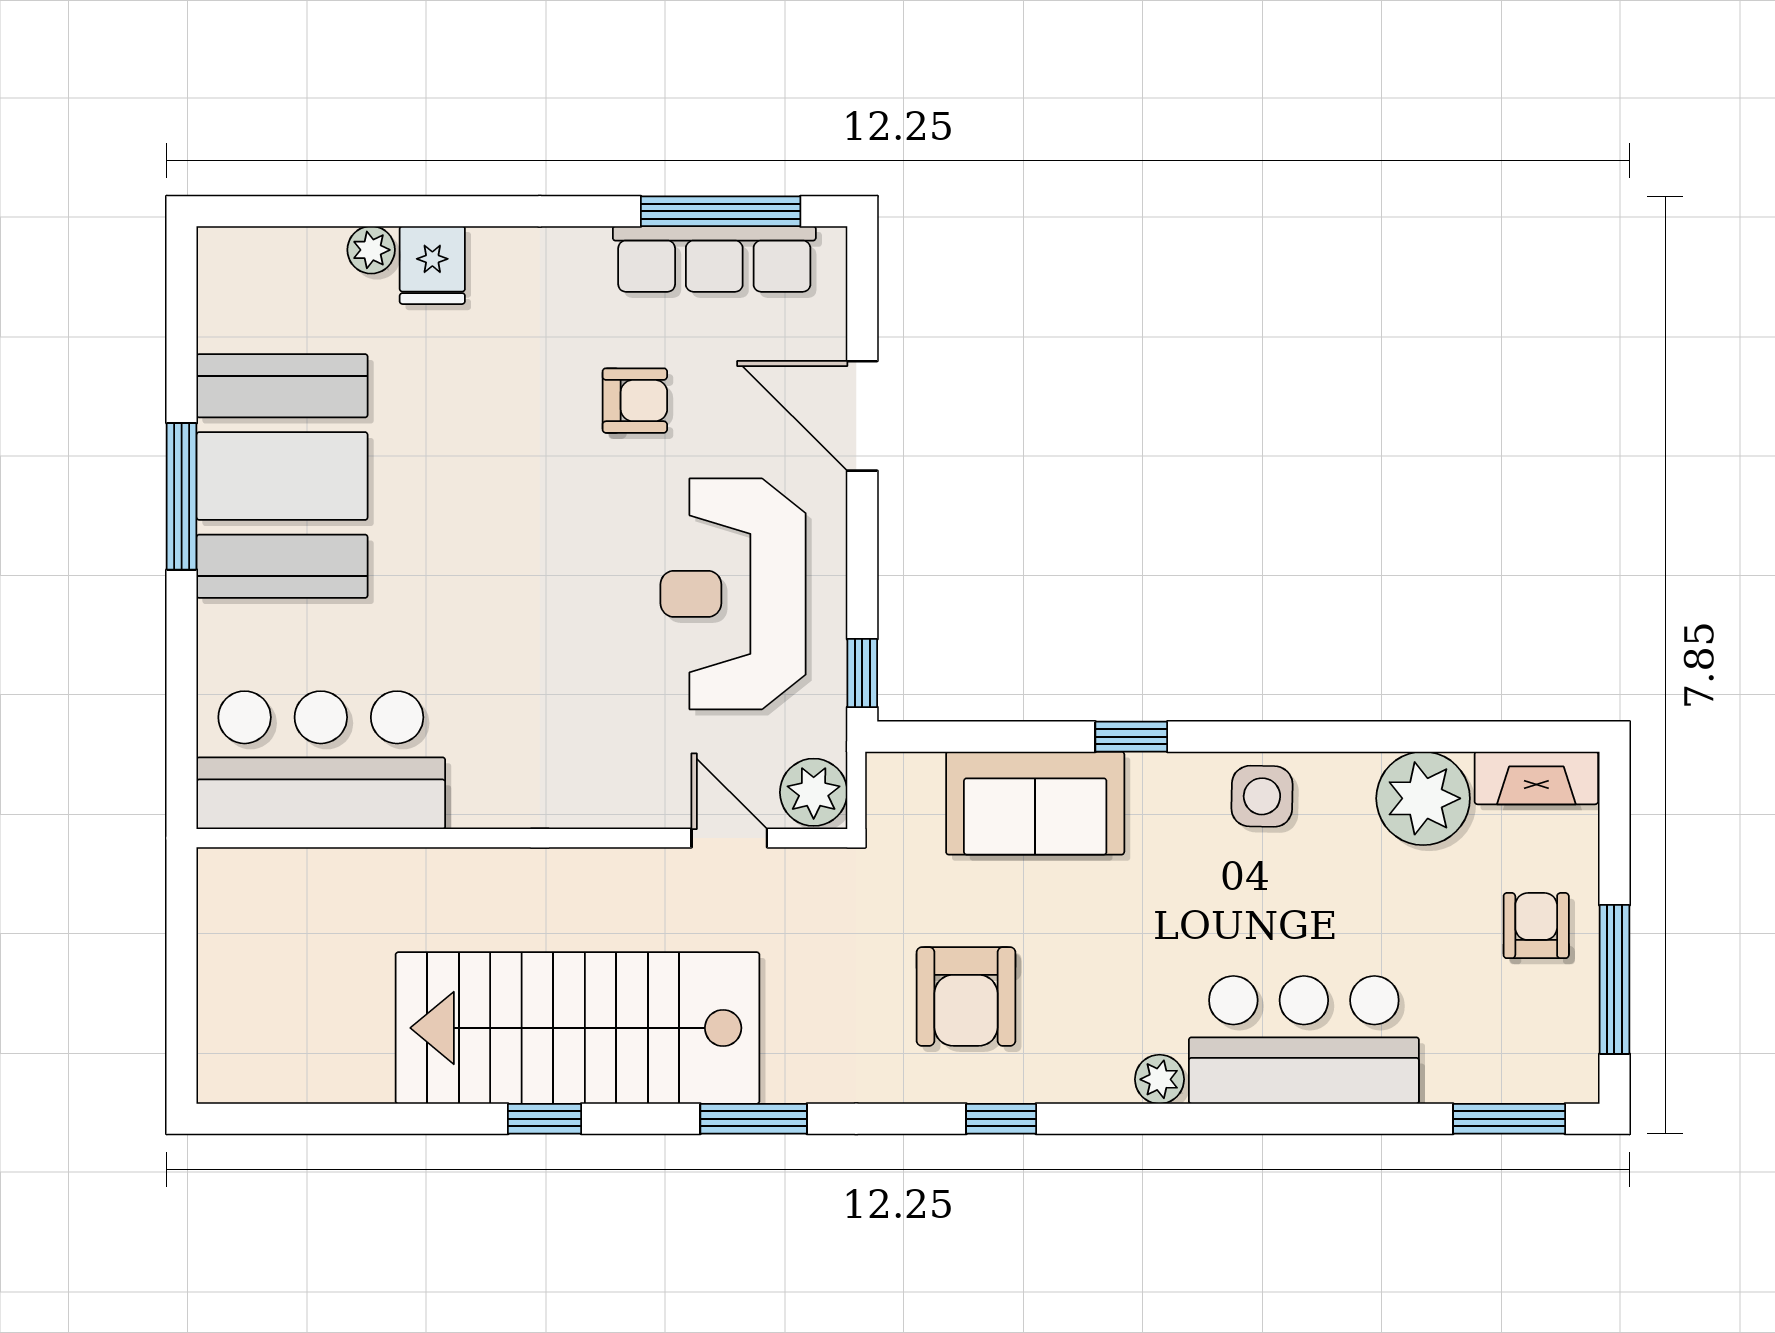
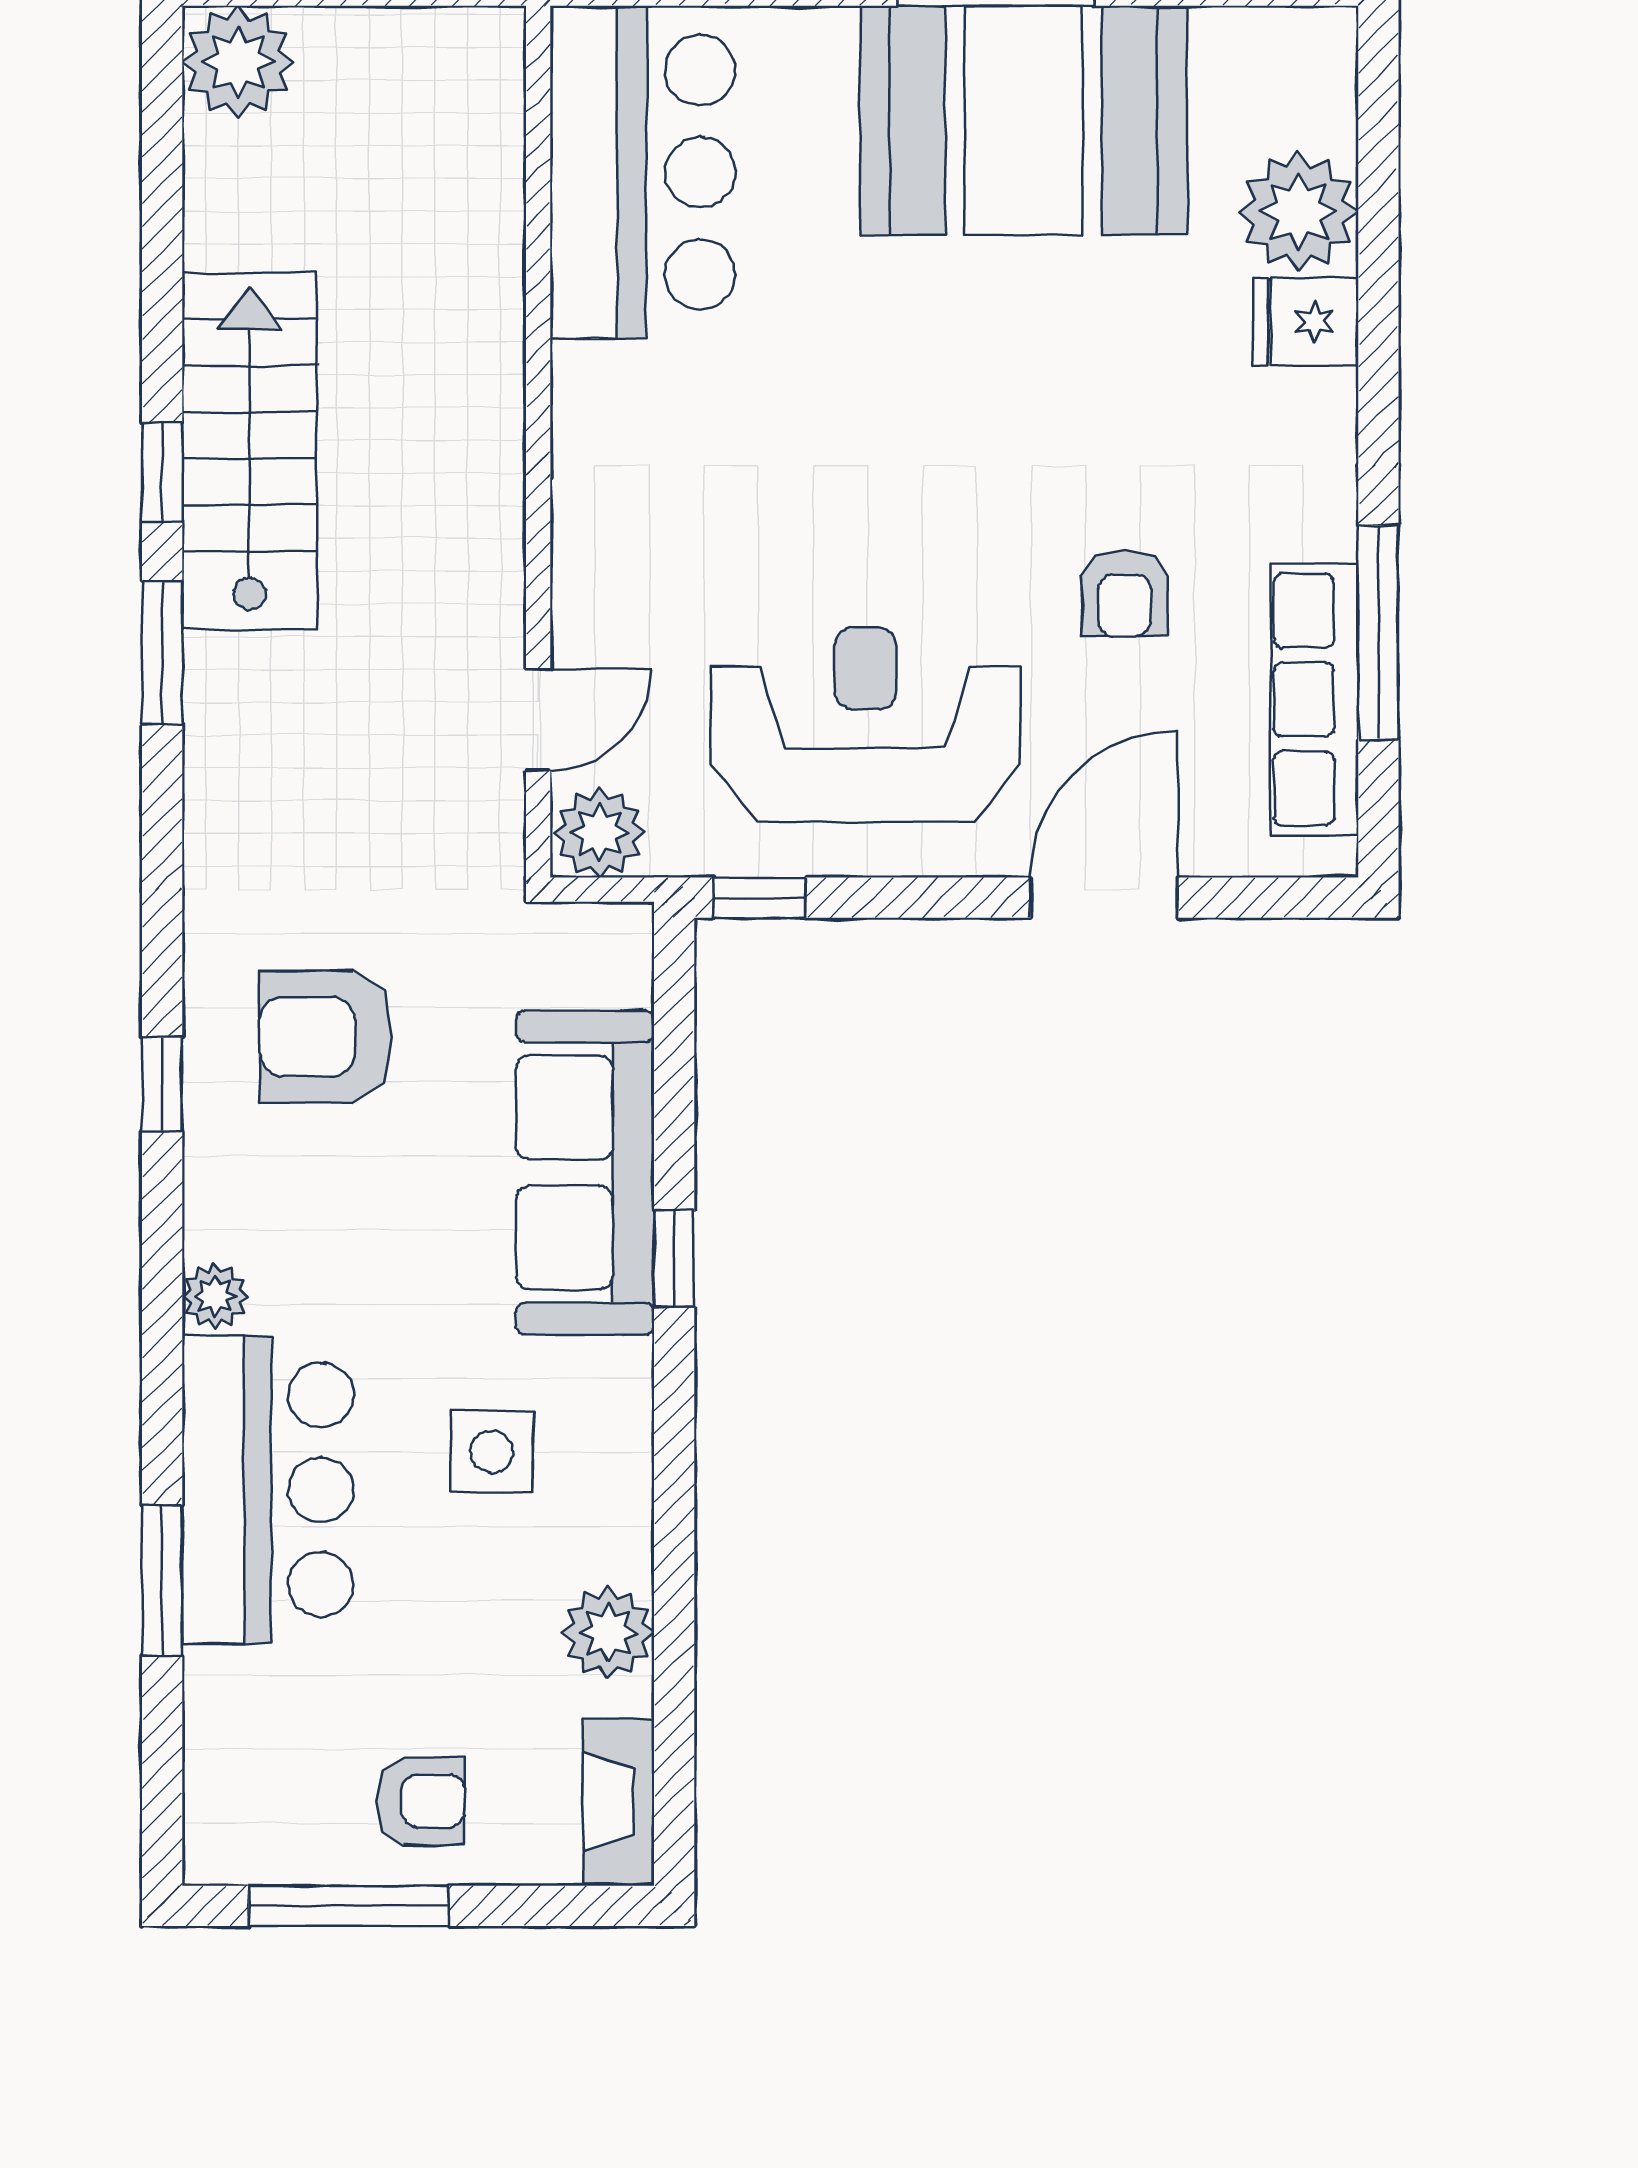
window: (721, 211) -> (1378, 633), moved
plant: (371, 250) -> (1299, 212), width x1.88, depth x1.88
side table: (1262, 796) -> (492, 1452), moved
plant: (1423, 798) -> (608, 1633), width x0.73, depth x0.73
sofa: (1035, 803) -> (585, 1173), width x1.36
stairs: (578, 1028) -> (250, 451), width x0.73, depth x0.66
plant: (238, 1062) -> (238, 62), added
window: (754, 1119) -> (162, 652), moved
window: (1509, 1119) -> (162, 1581), moved

